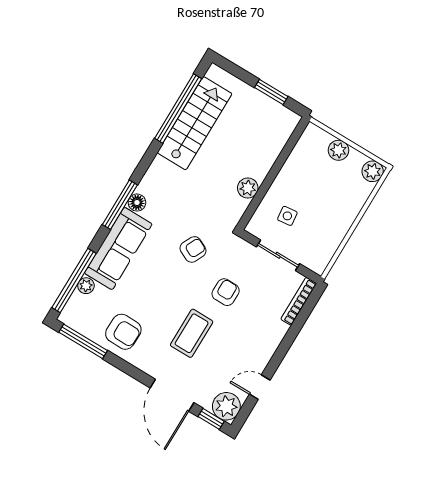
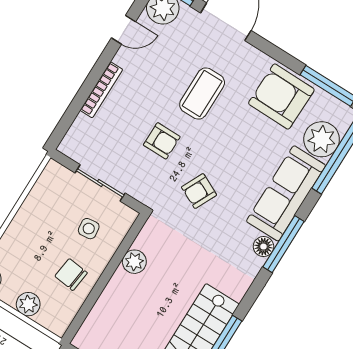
chair: (302, 176) -> (71, 275), added
plant: (86, 286) -> (322, 139), width x1.87, depth x1.87
armchair: (226, 292) -> (162, 141), turned -90
bookcase: (299, 301) -> (101, 90), moved
armchair: (123, 332) -> (281, 97), width x1.36, depth x1.36

